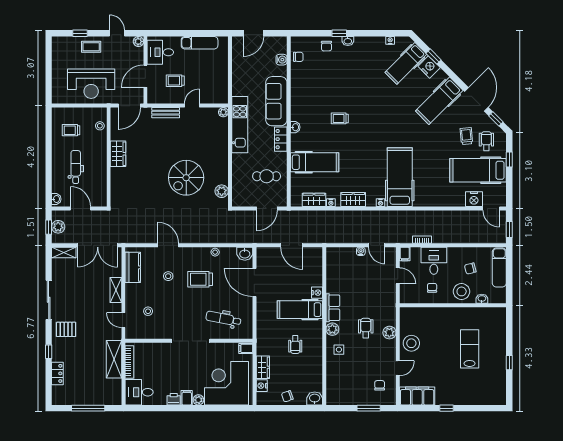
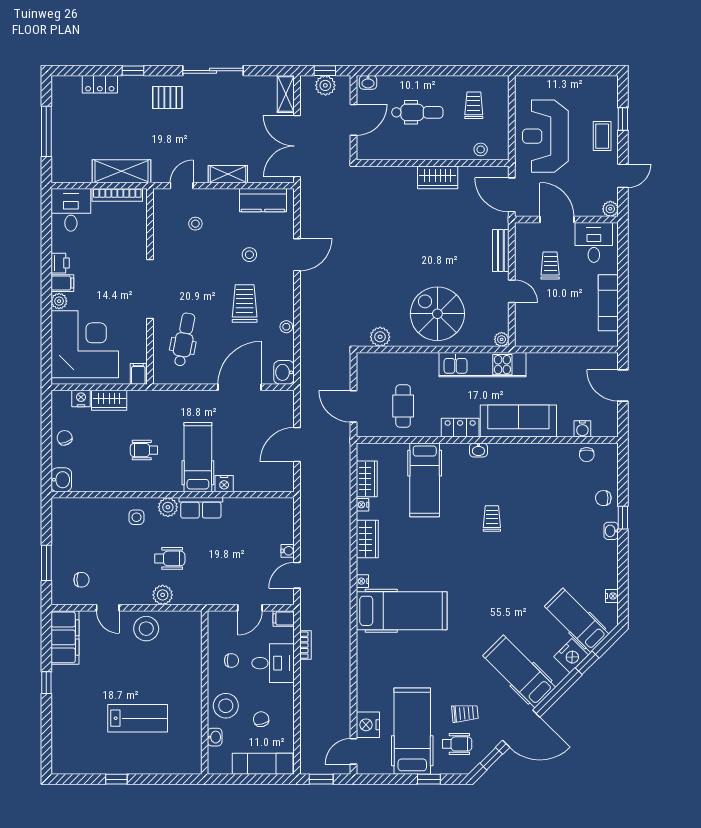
spiral stairs: (186, 178) -> (437, 314), moved
pallet: (66, 329) -> (167, 98), turned 90

